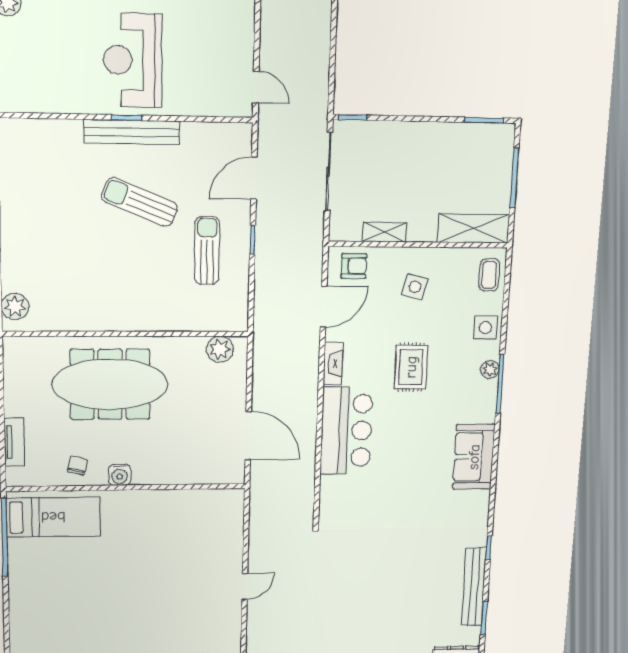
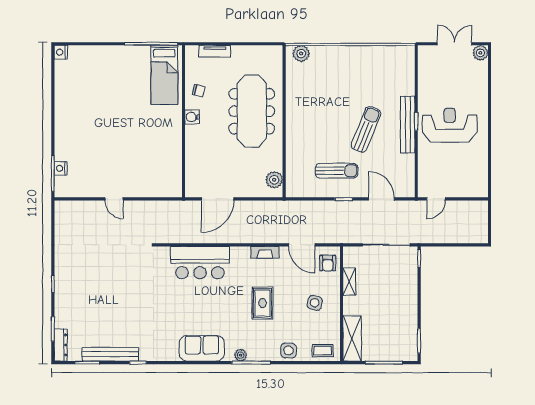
rug: (411, 367) -> (263, 303), turned 90
plant: (490, 369) -> (241, 355), moved
bar counter: (346, 431) -> (200, 263), moved

